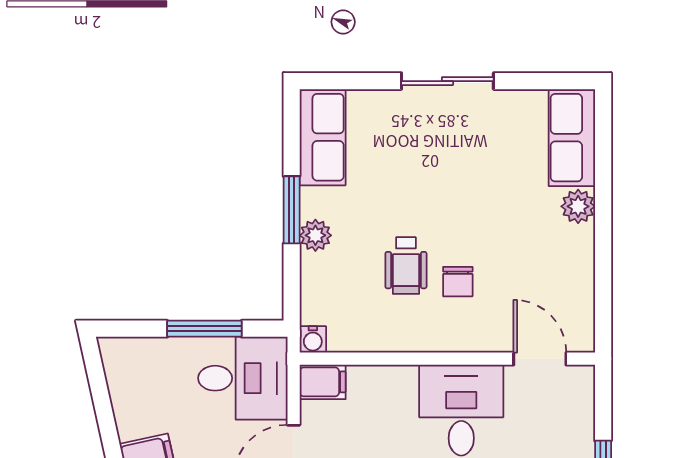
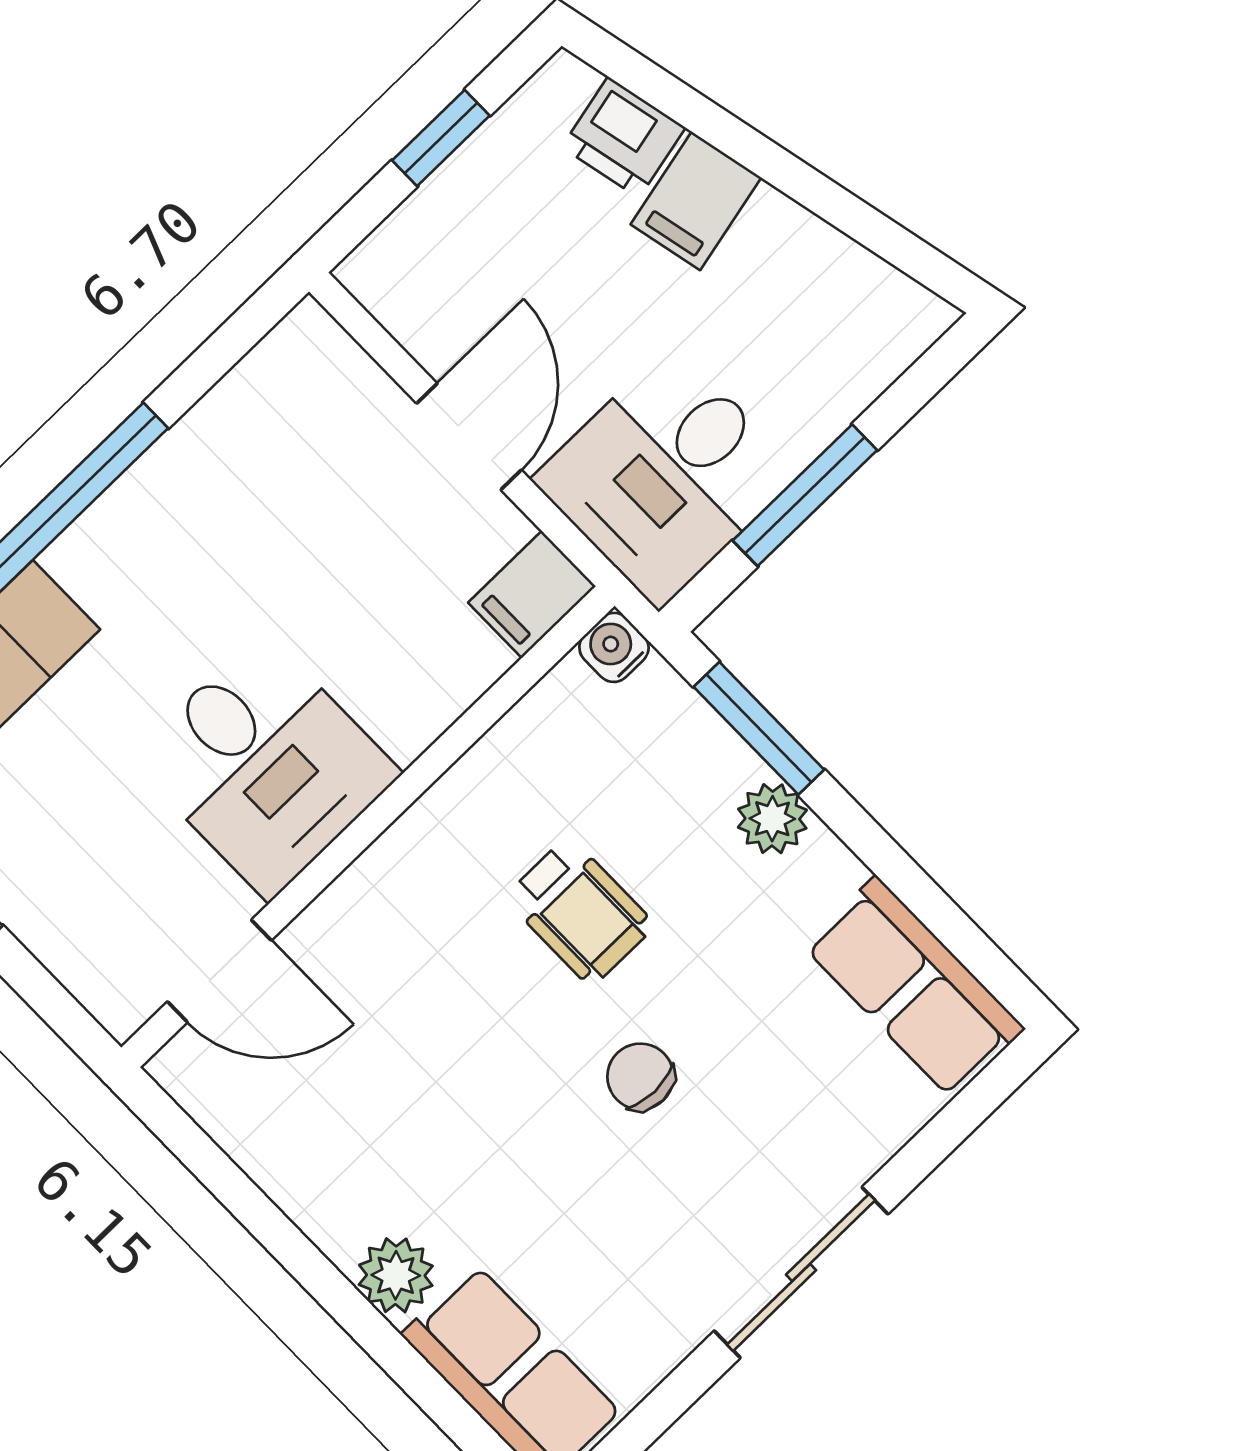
window: (292, 210) -> (759, 728), moved
wheelchair: (406, 266) -> (580, 911), turned 180
chair: (458, 282) -> (640, 1077), moved

